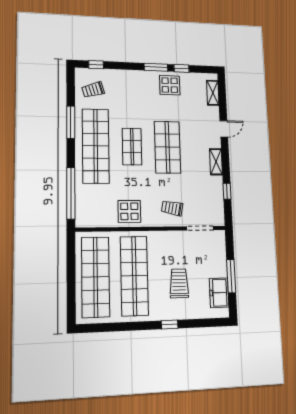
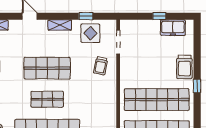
display table: (129, 211) -> (90, 33), moved
window: (231, 276) -> (159, 16), width x0.46
trolley: (179, 283) -> (184, 67), moved, turned -90
window: (170, 324) -> (197, 86), moved

